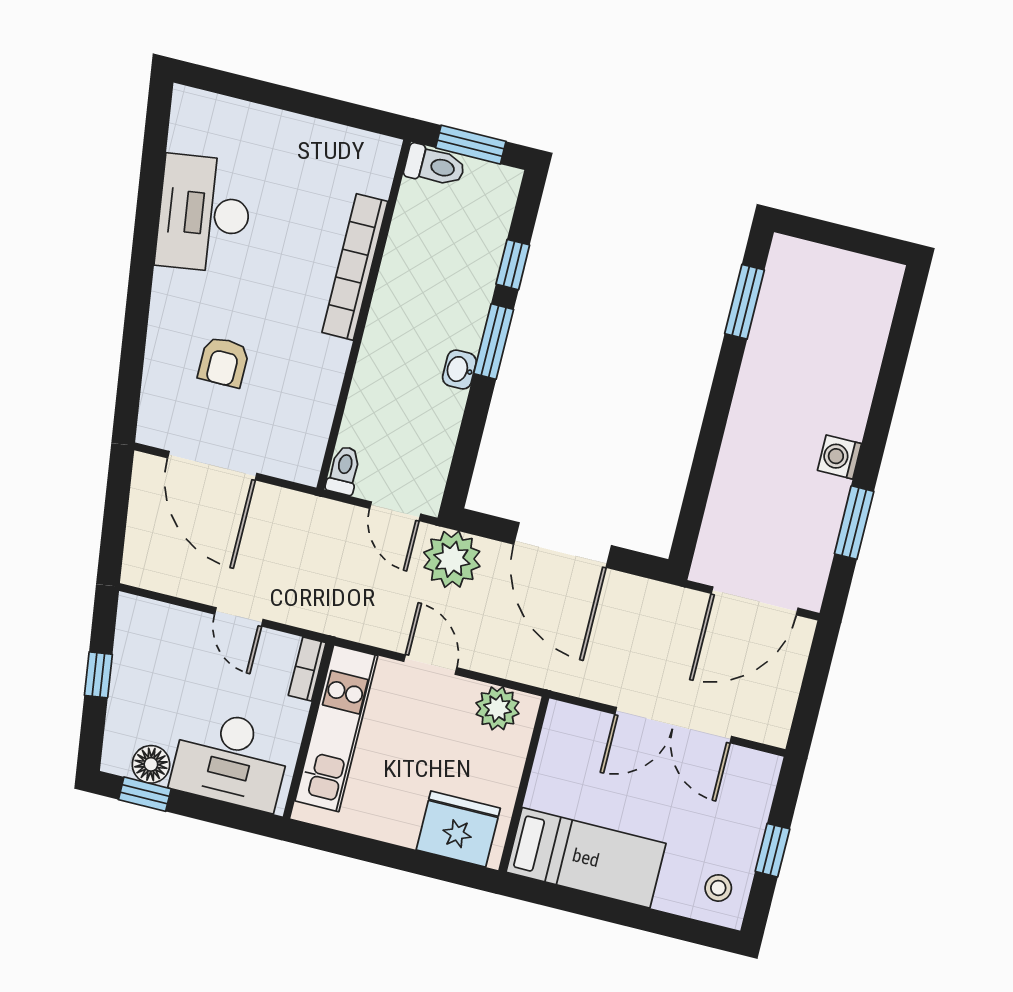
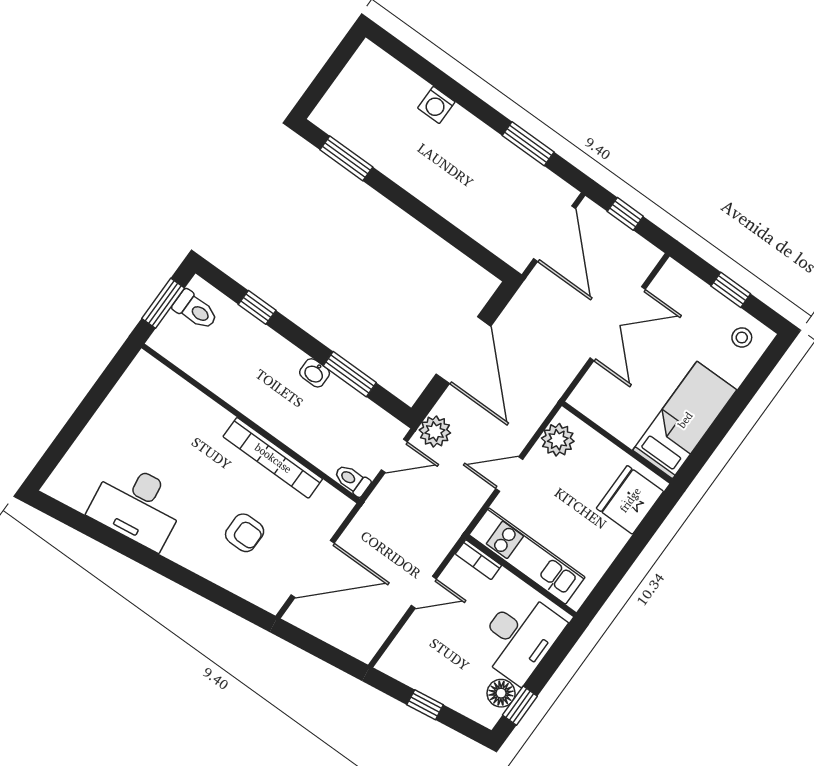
toilet: (435, 166) -> (195, 310), moved, turned 90
bookcase: (355, 267) -> (273, 458), moved
window: (494, 342) -> (350, 374), moved
washing machine: (839, 457) -> (436, 105), moved
door: (563, 545) -> (463, 350), hinge flipped
plant: (452, 559) -> (435, 431), width x0.73, depth x0.73
window: (815, 680) -> (625, 214), added

